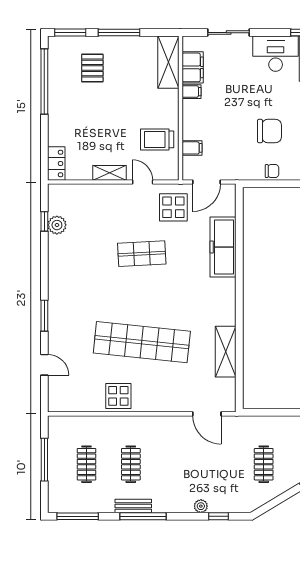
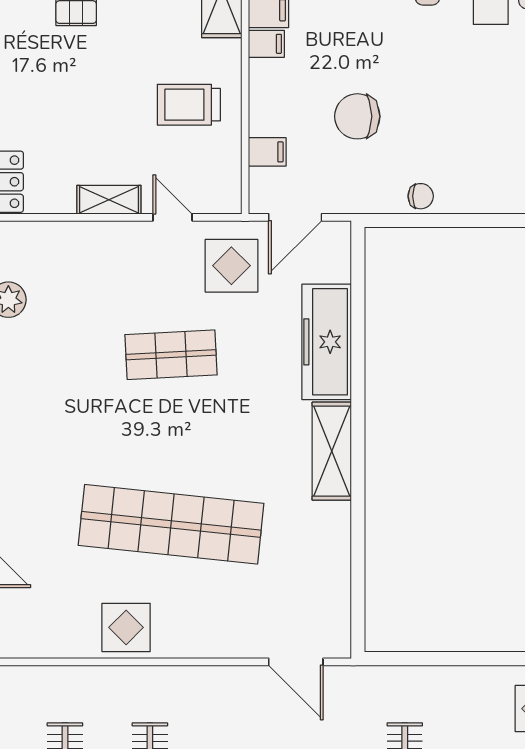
chair: (269, 131) -> (357, 116), moved, turned 180
trolley: (157, 139) -> (189, 105), moved
shelving: (226, 352) -> (332, 451), moved

